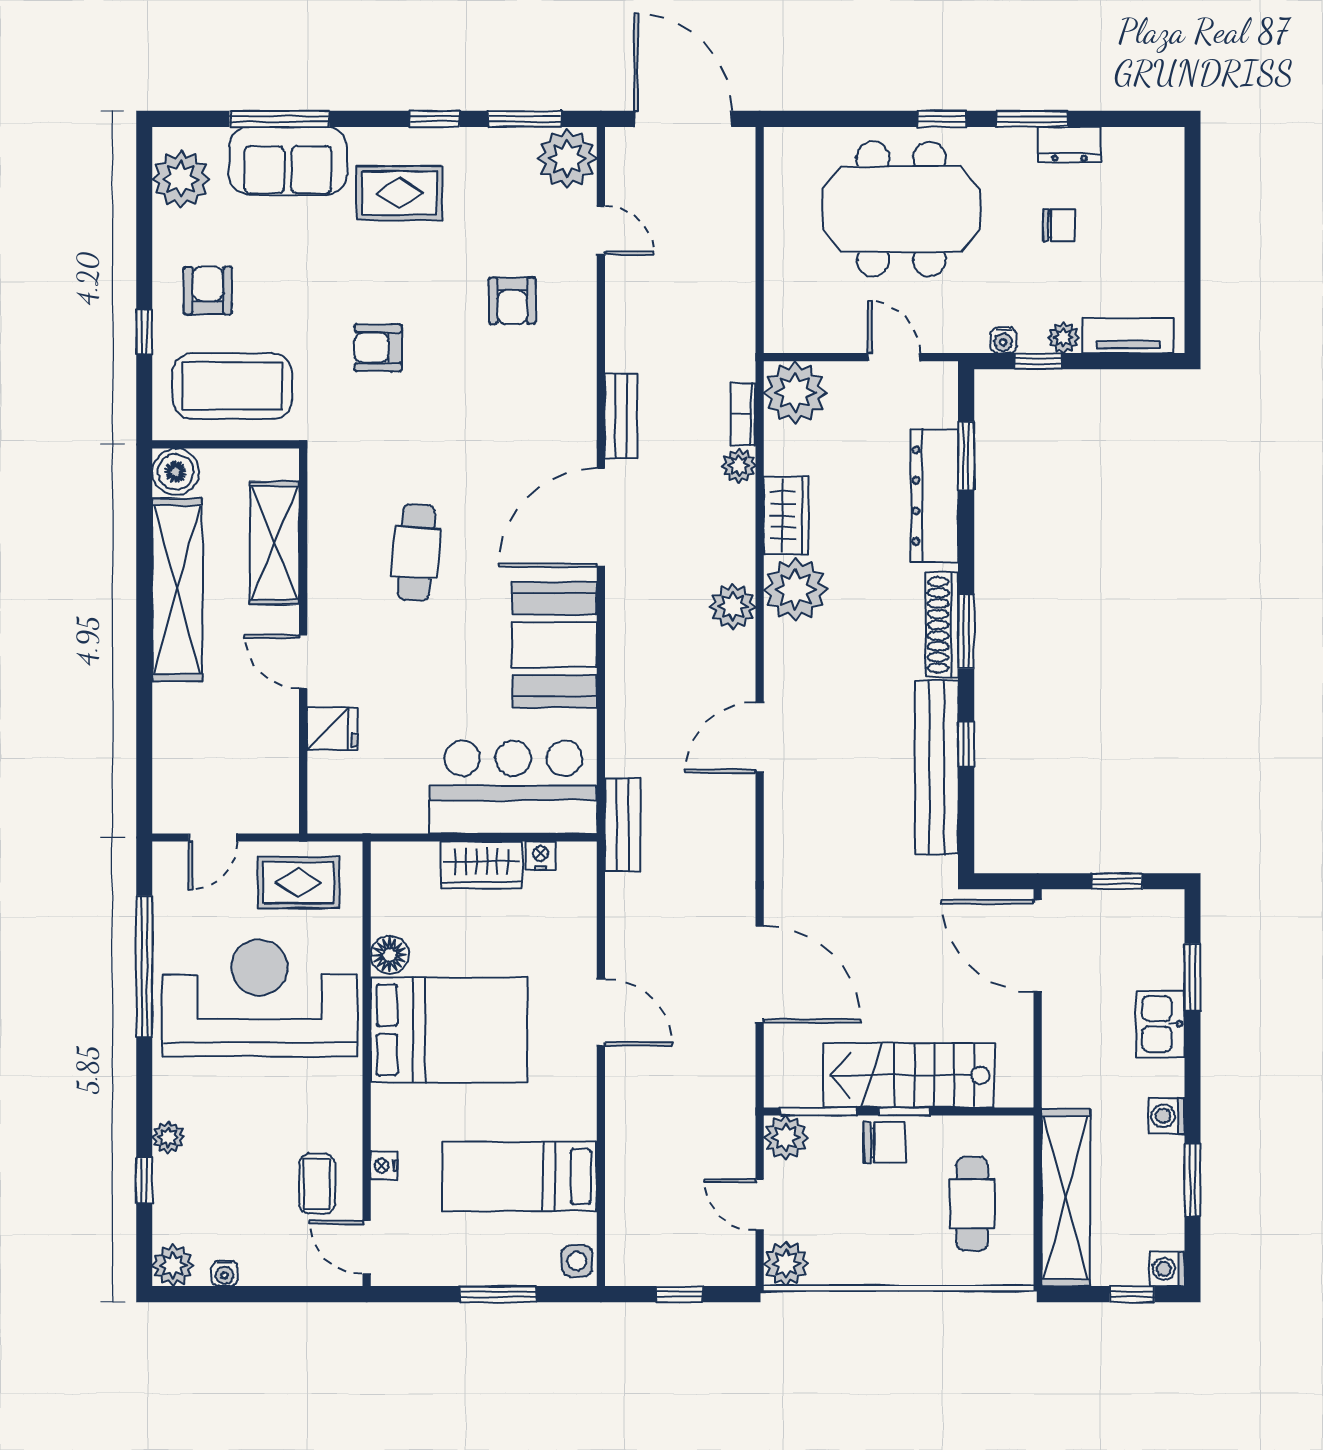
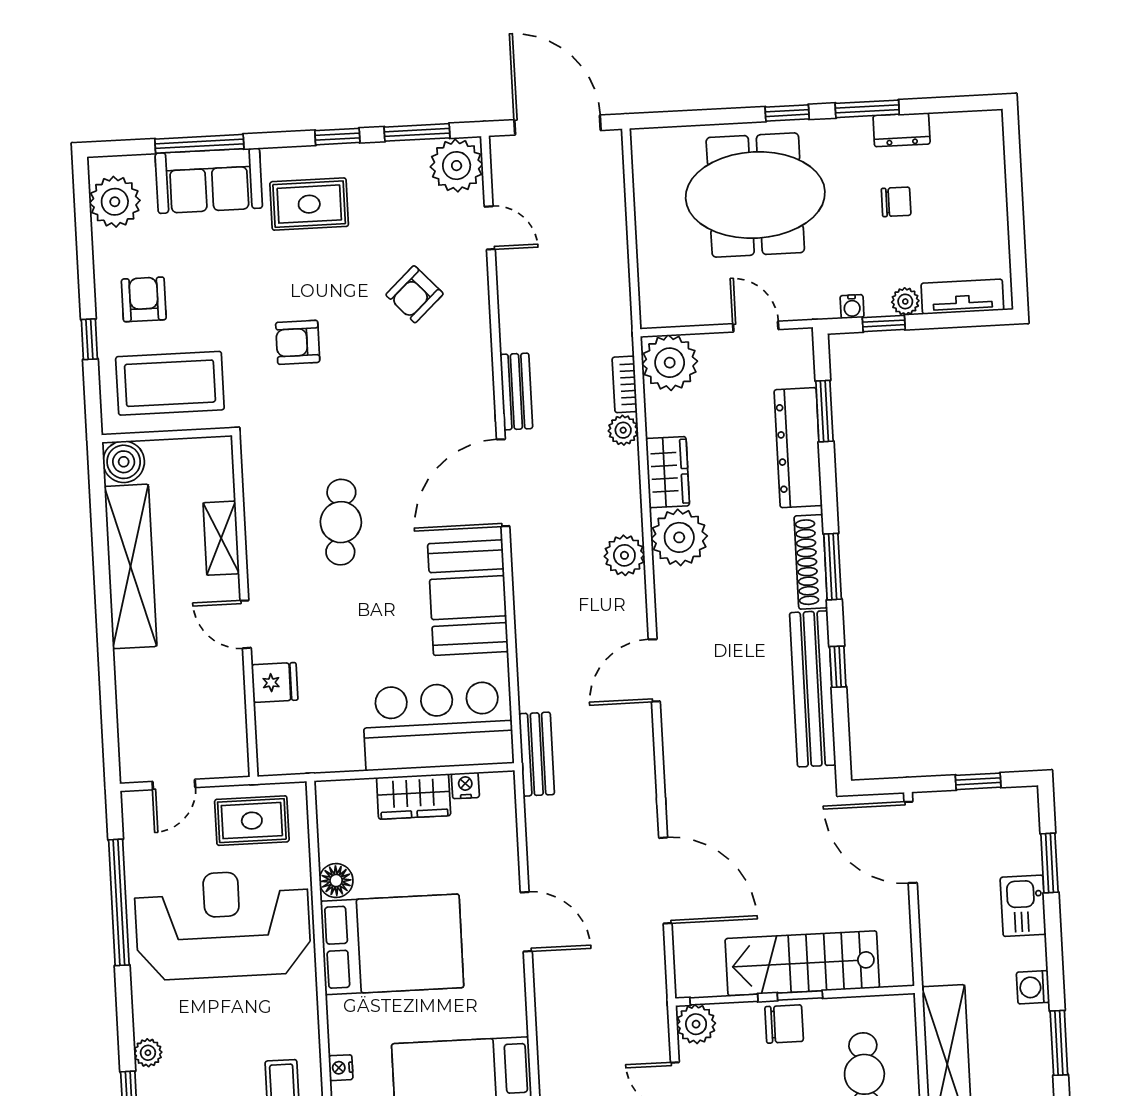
armchair: (512, 301) -> (415, 294), turned 47
shelving: (275, 543) -> (221, 538), width x0.67, depth x0.75

